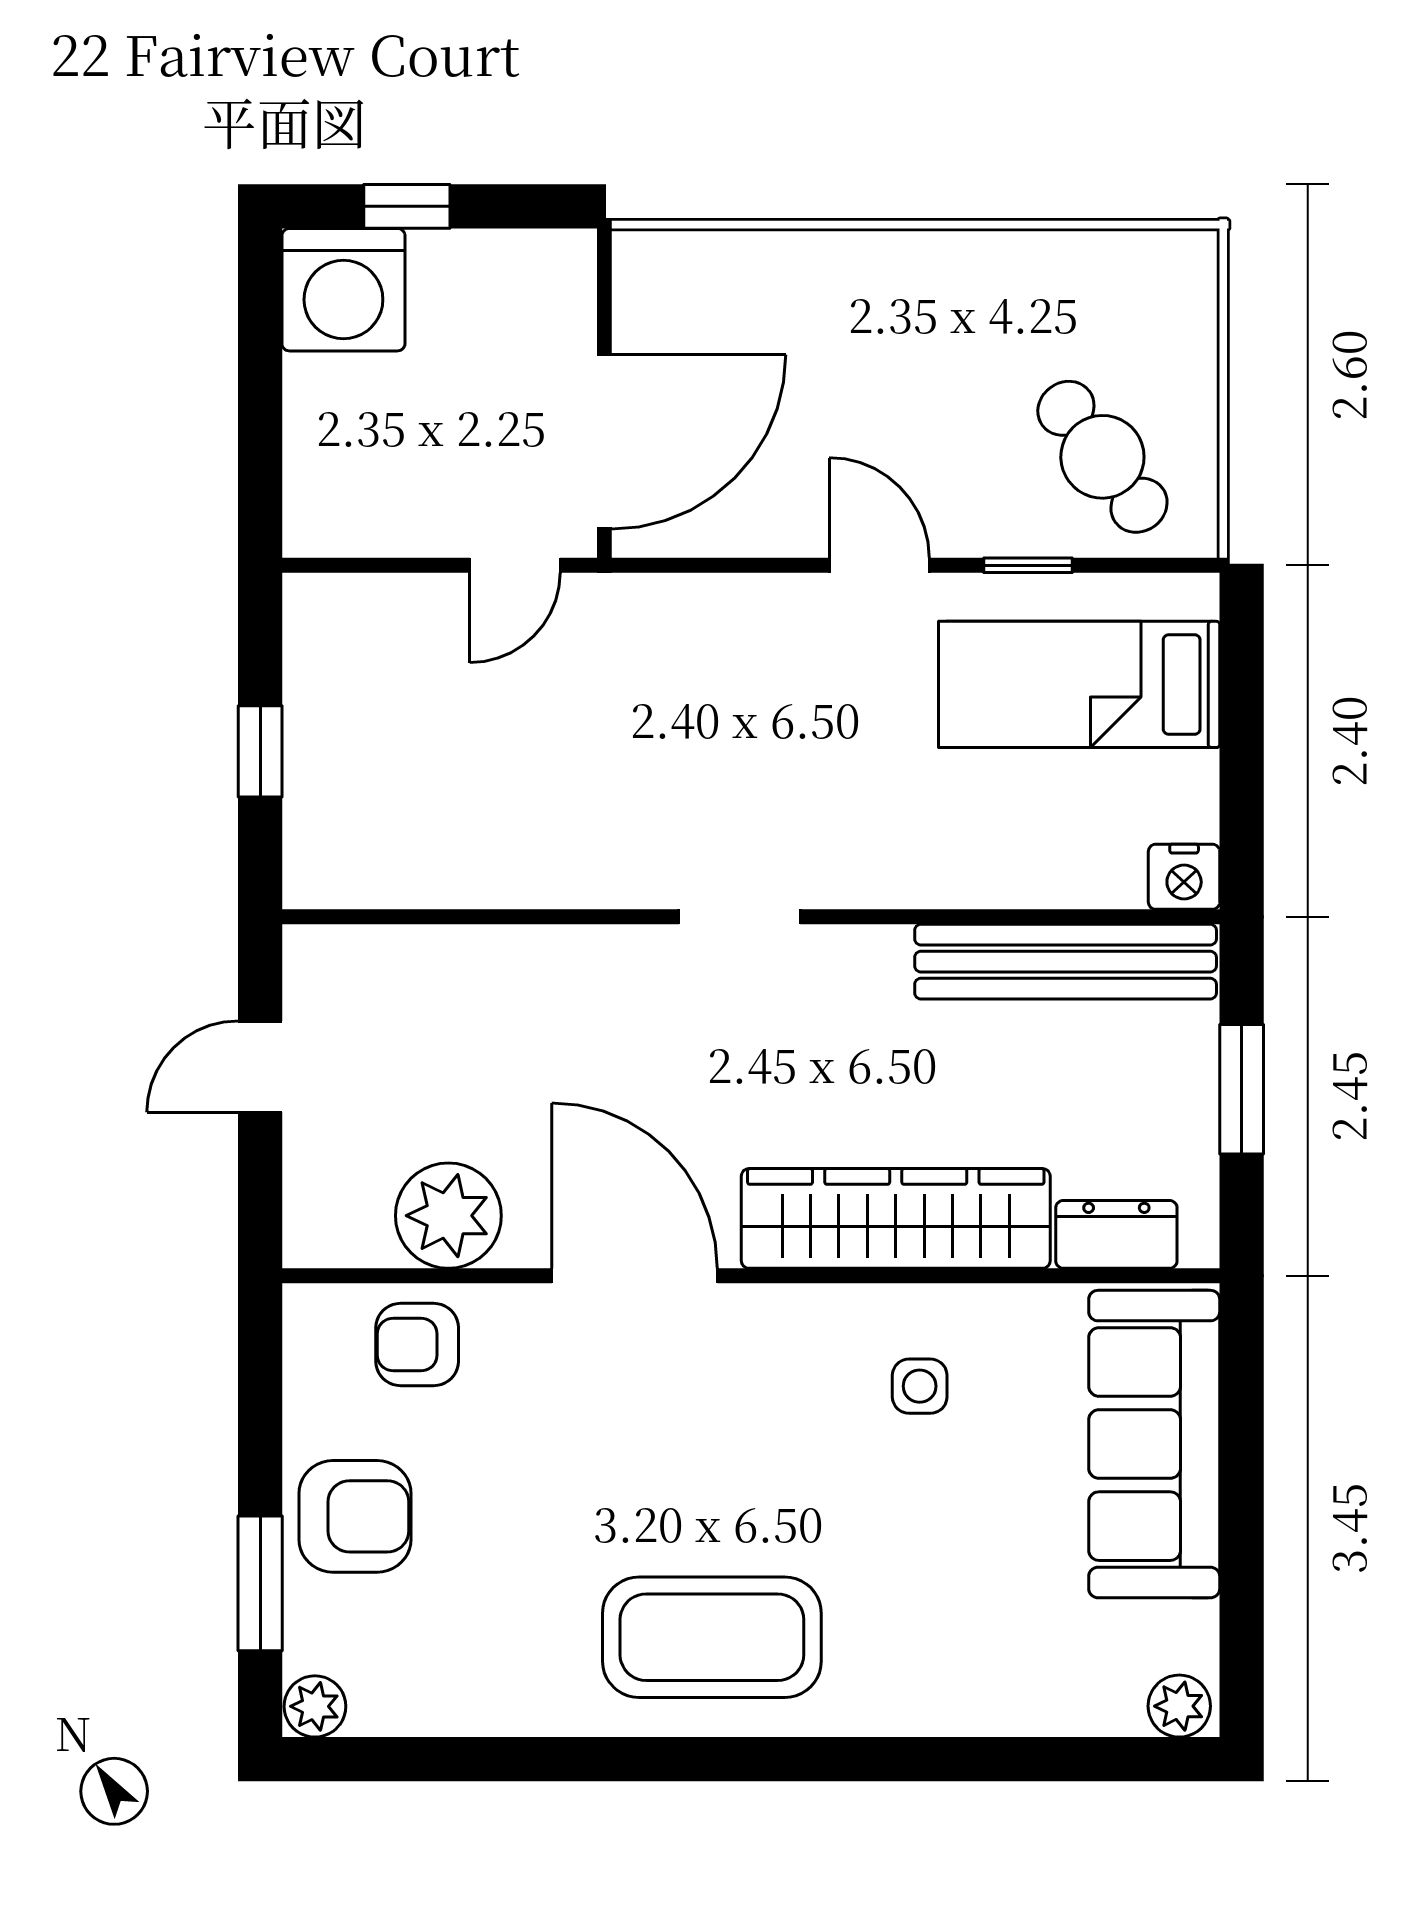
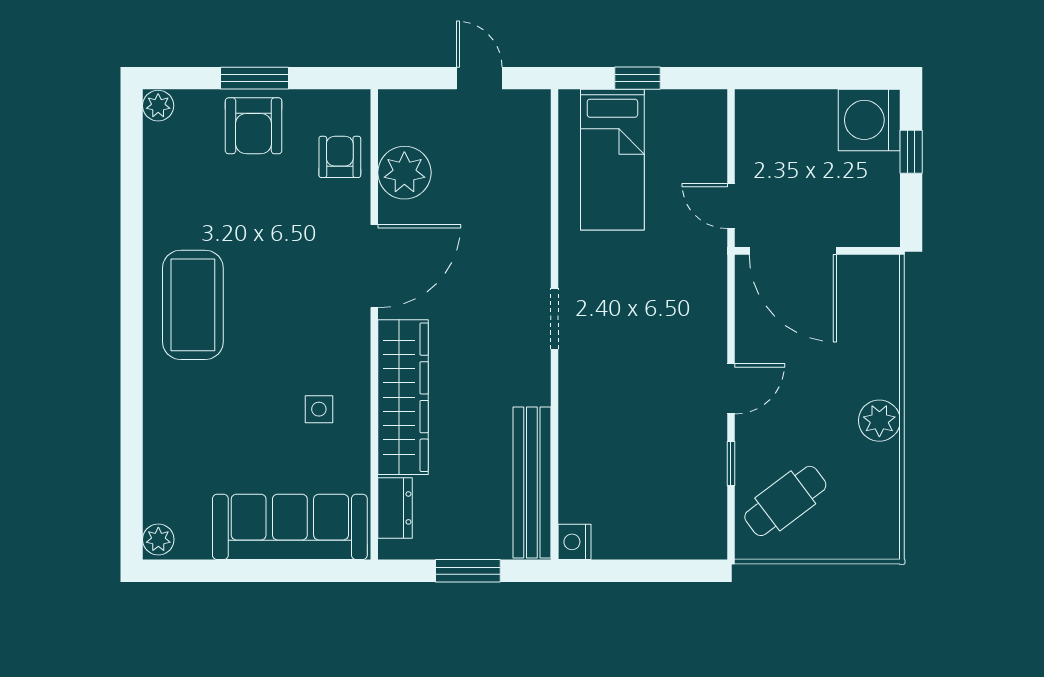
plant: (942, 270) -> (879, 421), added
bed: (1079, 684) -> (612, 160), moved, turned 180
window: (260, 1583) -> (255, 78), moved

